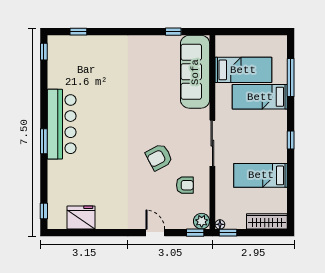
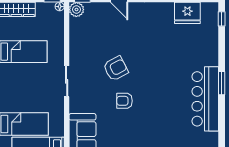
sliding door: (212, 143) -> (67, 81), width x0.73
armchair: (185, 185) -> (125, 101), moved

